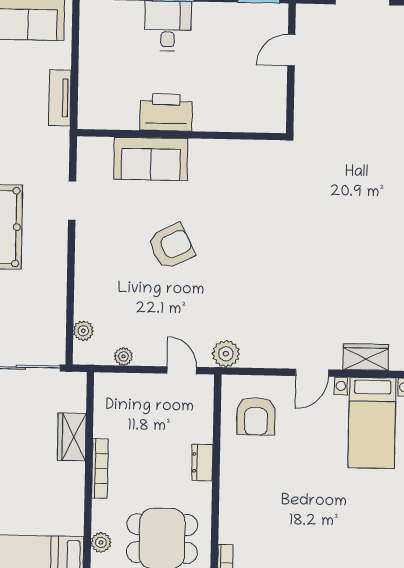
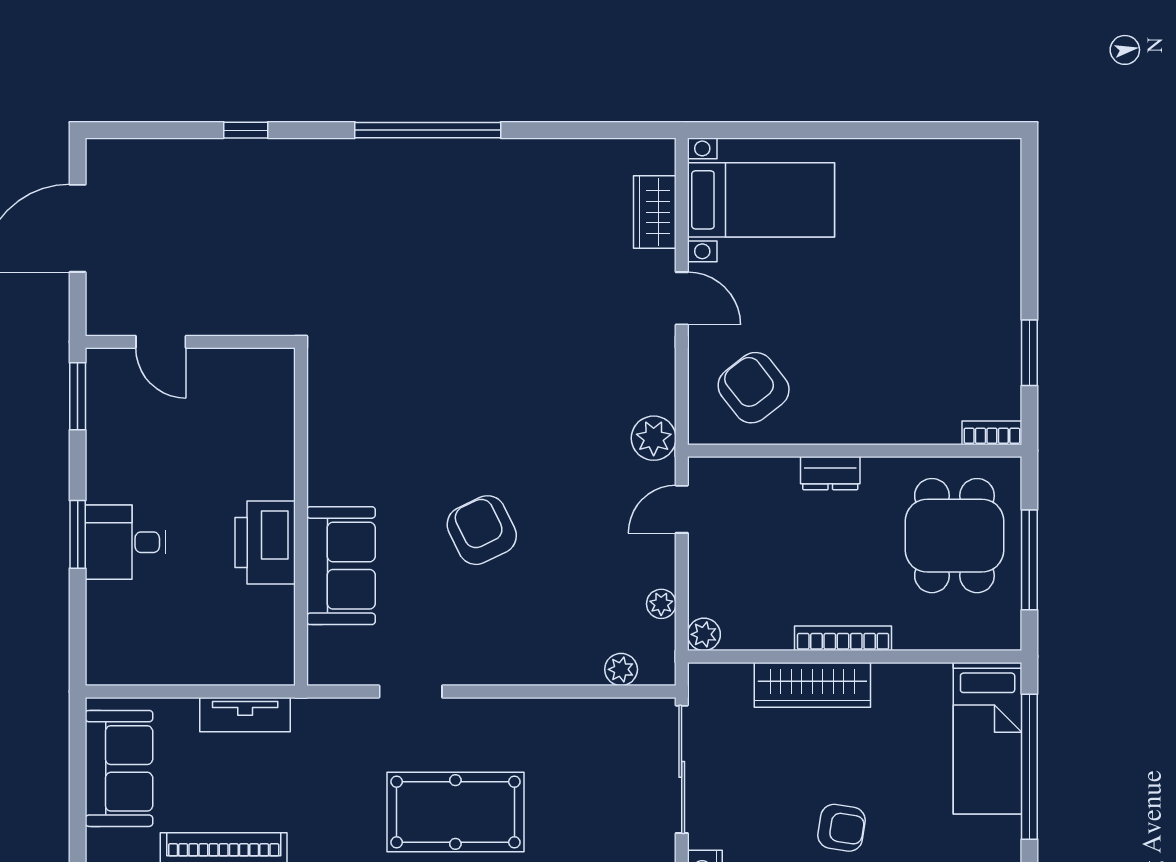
armchair: (256, 416) -> (754, 388), turned -128
wardrobe: (72, 437) -> (812, 685), width x1.50
plant: (101, 542) -> (704, 634), moved

